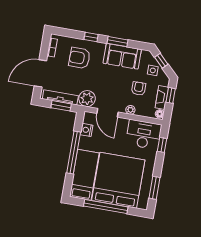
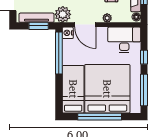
nightstand: (87, 130) -> (68, 33), moved
window: (162, 145) -> (144, 57), moved
window: (74, 153) -> (59, 53), moved
window: (155, 188) -> (144, 90), width x1.44

